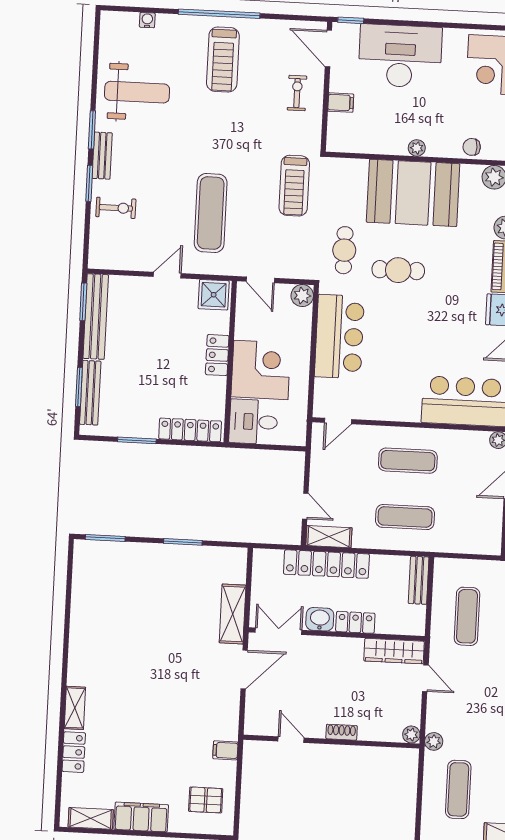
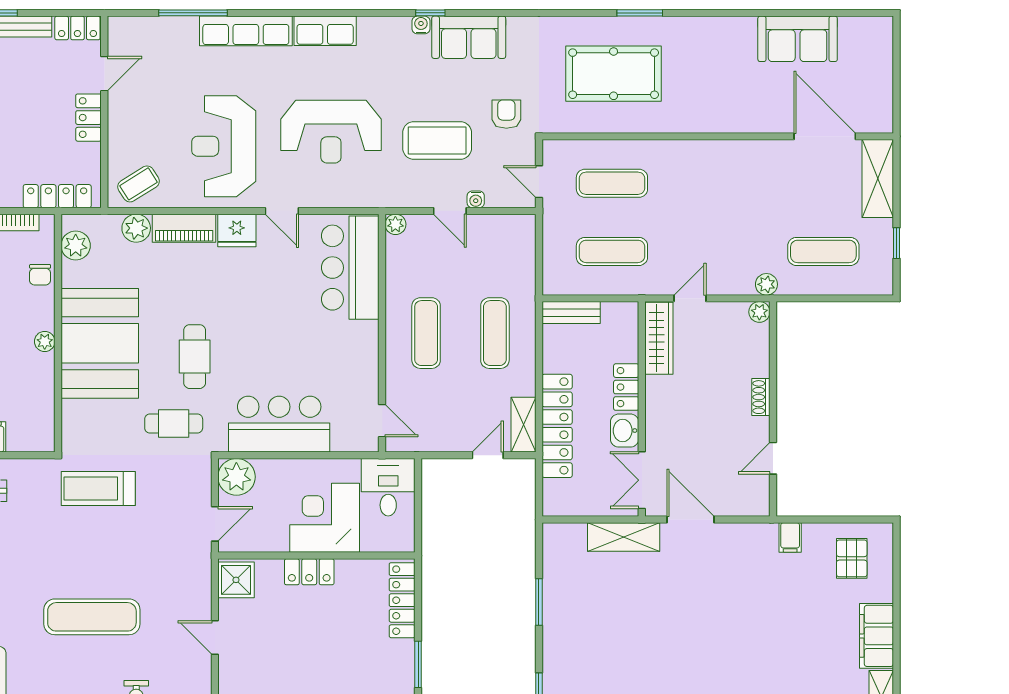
treadmill: (294, 186) -> (98, 488), turned 180
exercise mat: (211, 213) -> (92, 617), moved
plant: (302, 296) -> (236, 477), width x1.36, depth x1.36
desk: (253, 422) -> (388, 487), moved, turned 180

